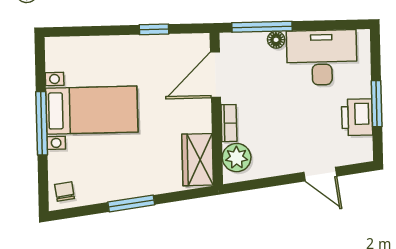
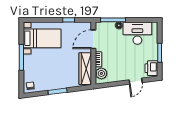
bed with nightstands: (92, 110) -> (42, 38), moved
printer: (357, 117) -> (151, 68), moved
wardrobe: (198, 160) -> (85, 69), width x1.50
door: (320, 174) -> (136, 81), hinge flipped

